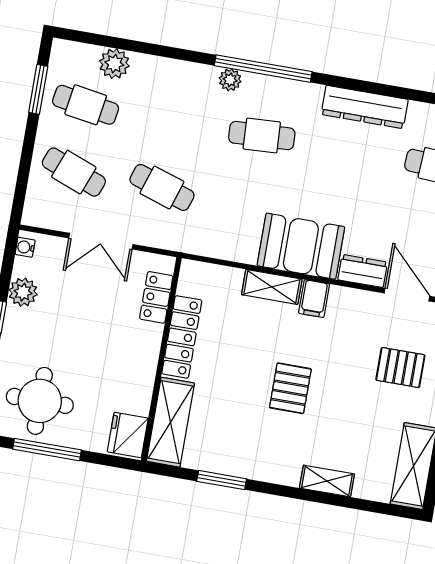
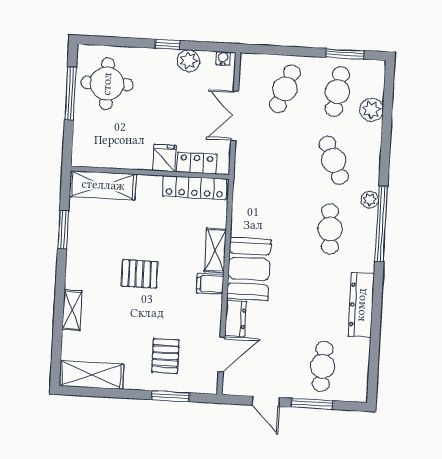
cafe table: (162, 187) -> (334, 160), moved, turned -42
locker: (182, 337) -> (195, 188), moved
fridge: (128, 435) -> (164, 158), moved, width x0.72

